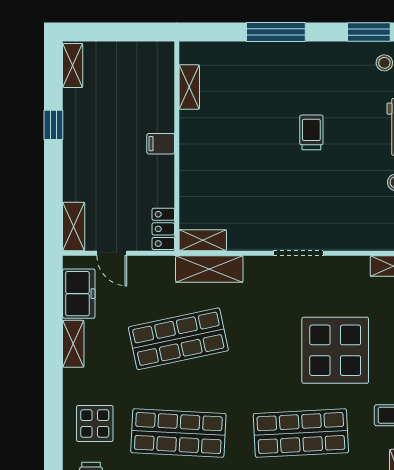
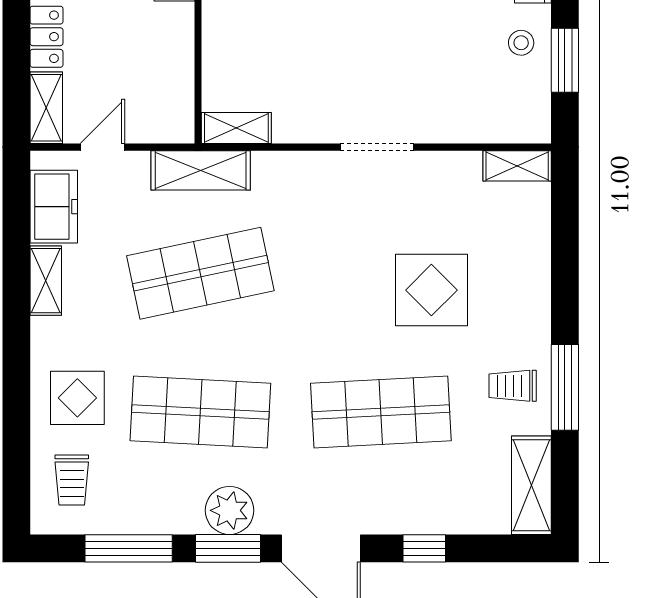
locker: (163, 229) -> (46, 37), moved, turned 180
door: (112, 253) -> (102, 147), swing flipped
shelving: (209, 269) -> (201, 170), moved
display table: (335, 350) -> (431, 290), width x0.73, depth x0.73

